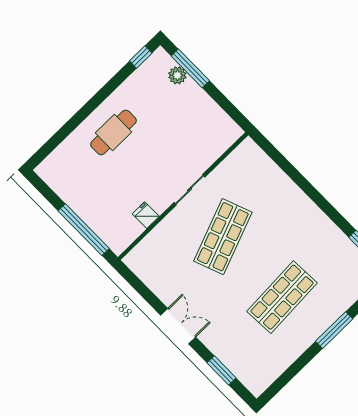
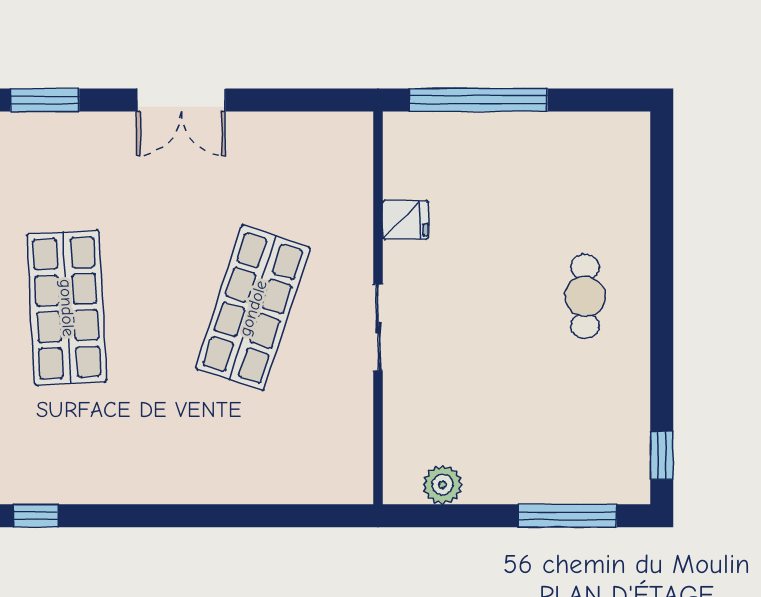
plant: (177, 75) -> (443, 485), moved
cafe table: (113, 132) -> (585, 296), width x0.73, depth x0.74
shop shelf: (223, 237) -> (253, 308), turned 39

